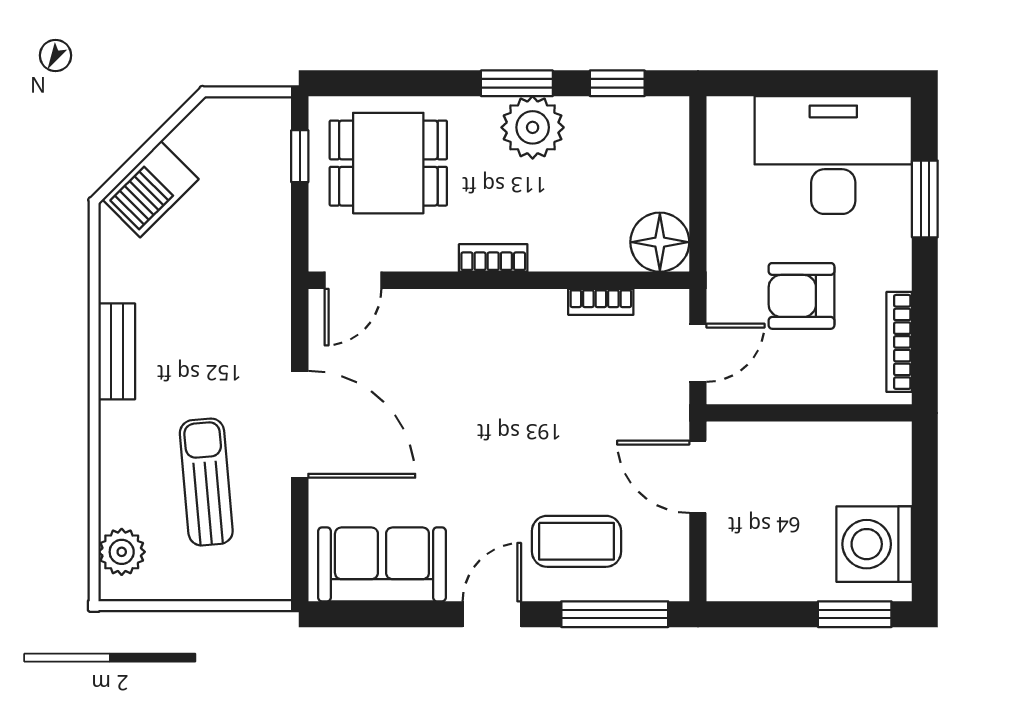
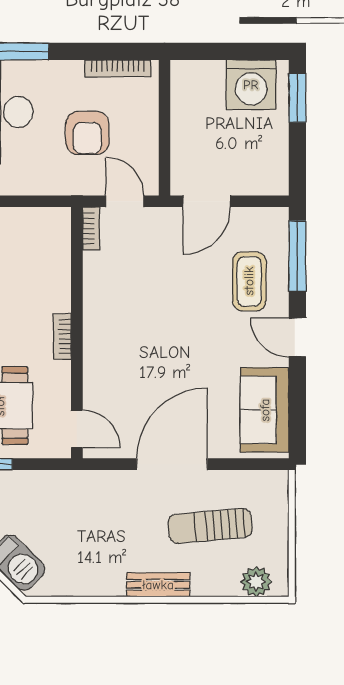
floor lamp: (660, 242) -> (52, 226), removed
bookcase: (601, 302) -> (91, 228), moved
bench: (117, 351) -> (158, 585), moved

